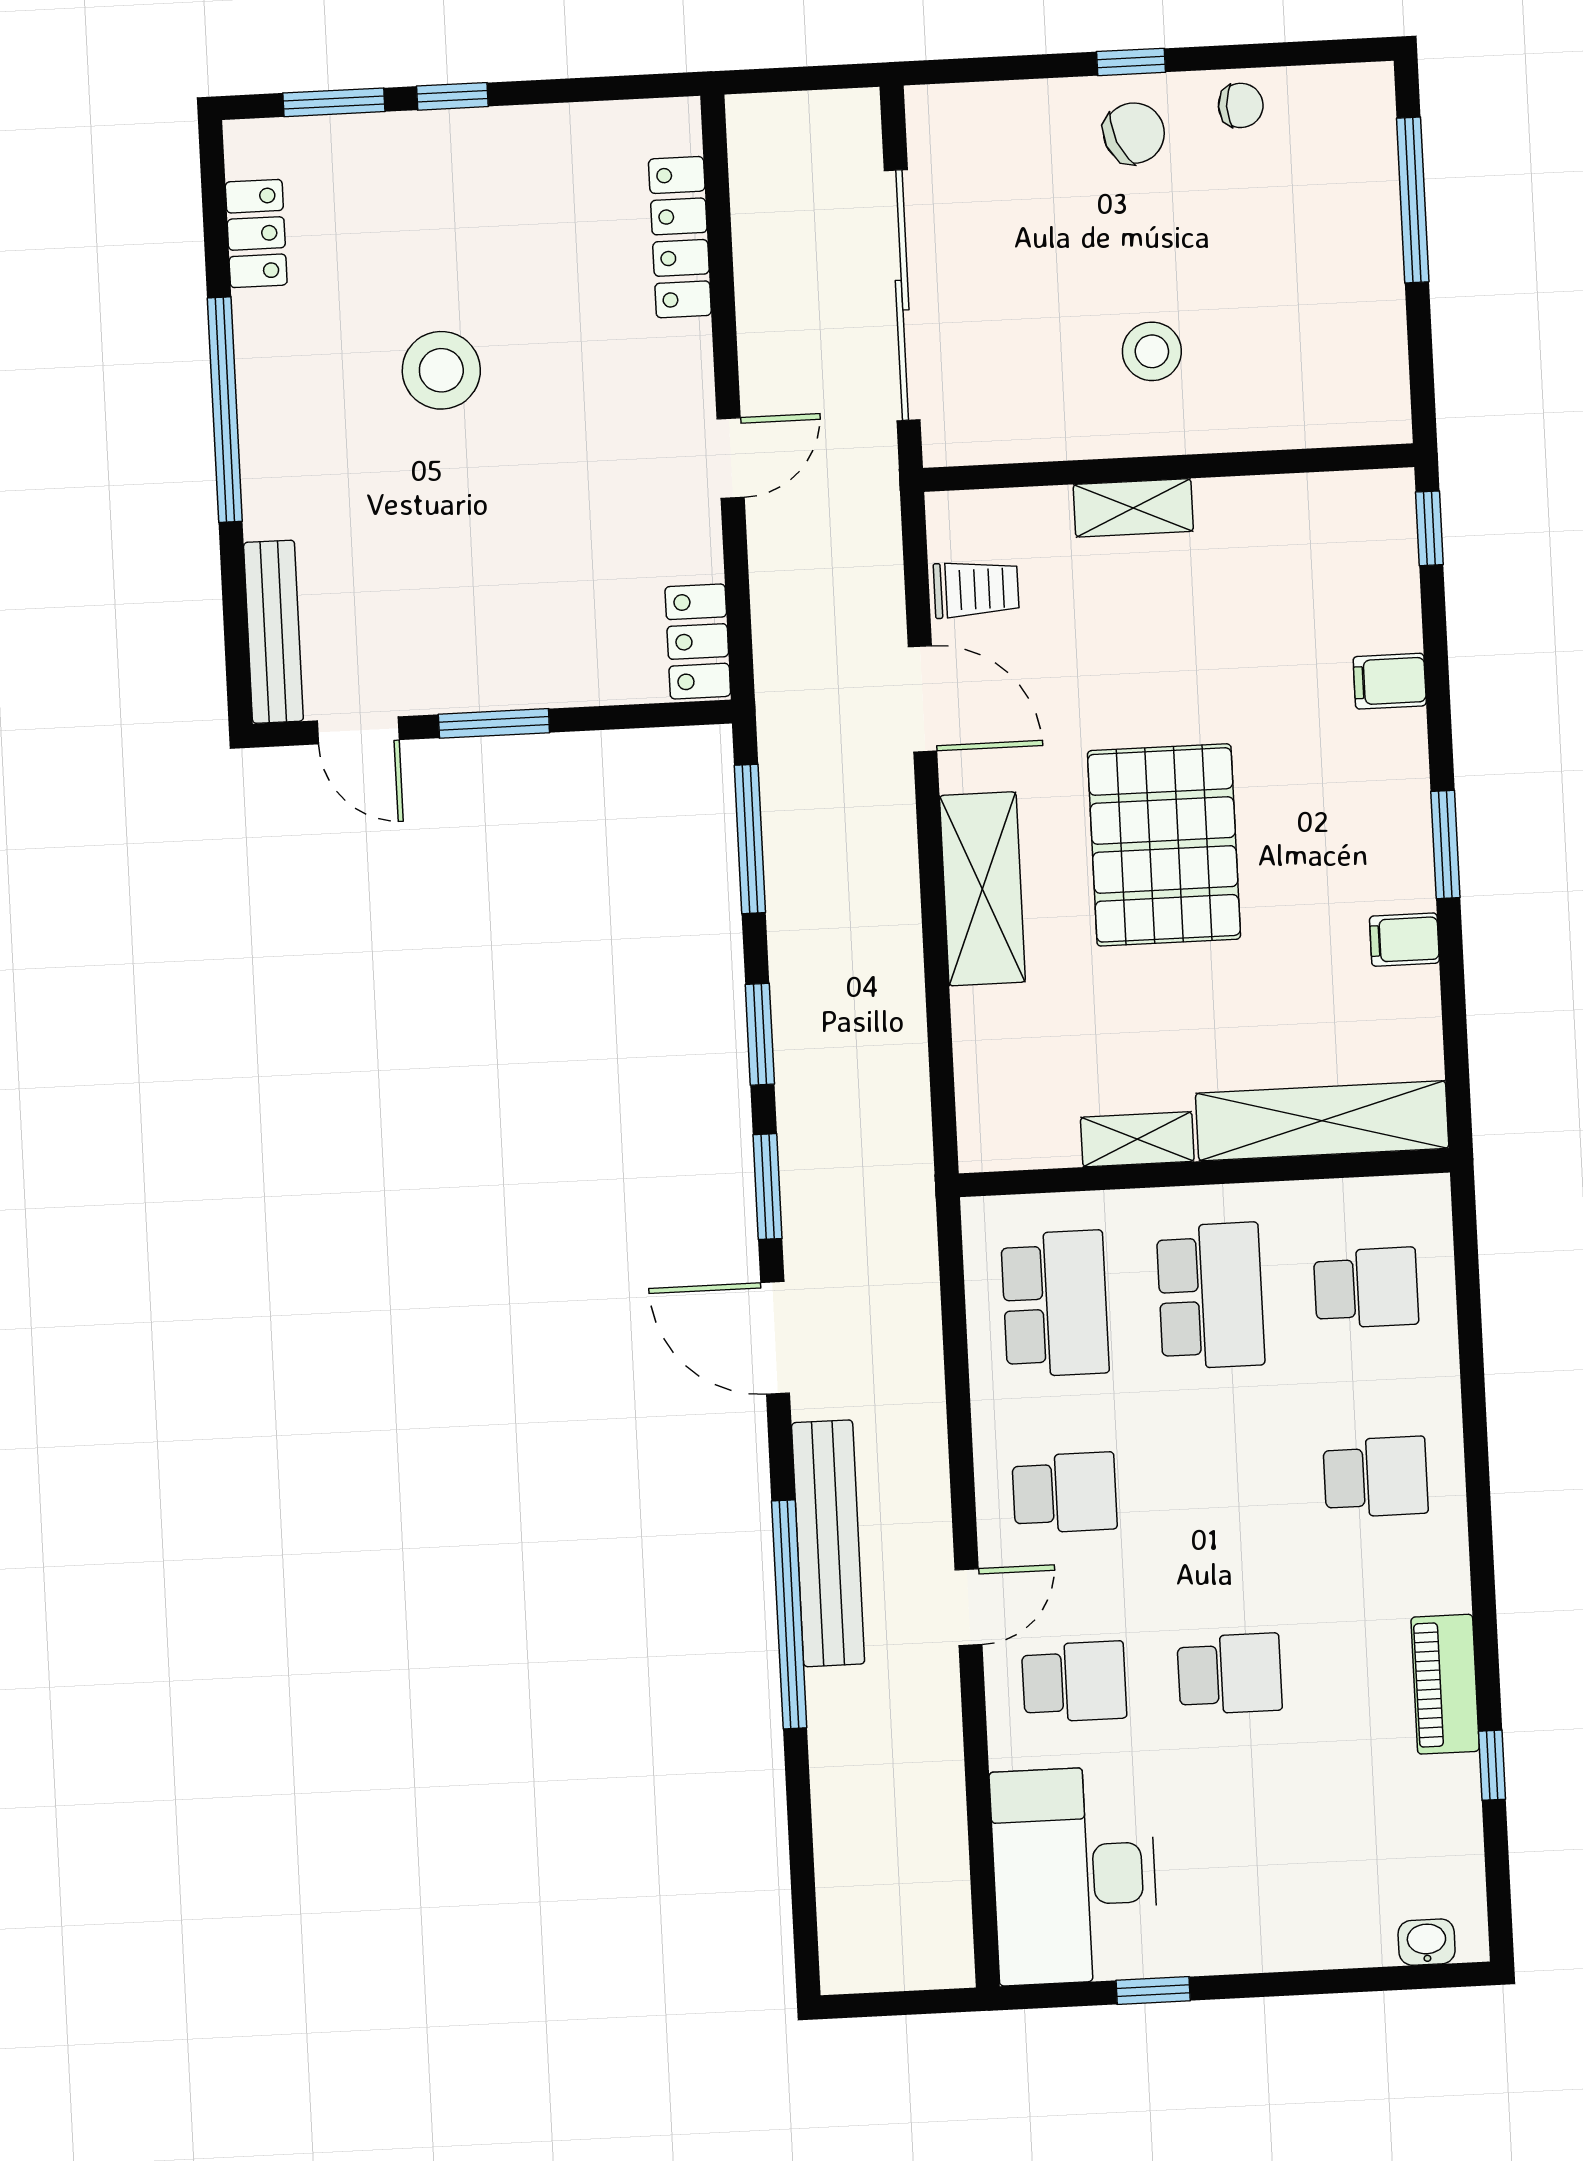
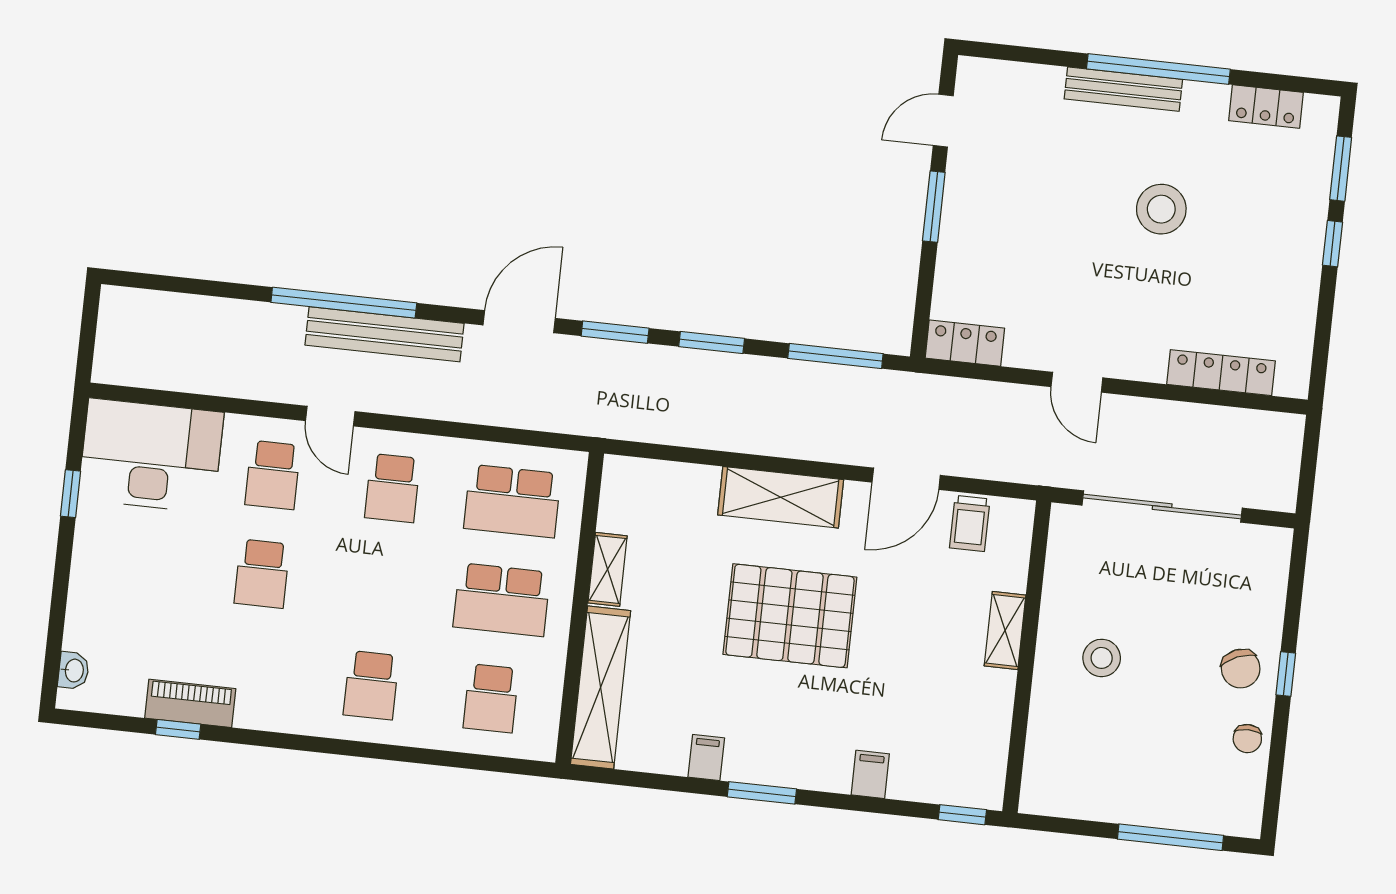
bench: (273, 632) -> (1123, 89), moved
piano: (1445, 1684) -> (190, 703), moved

